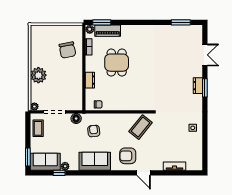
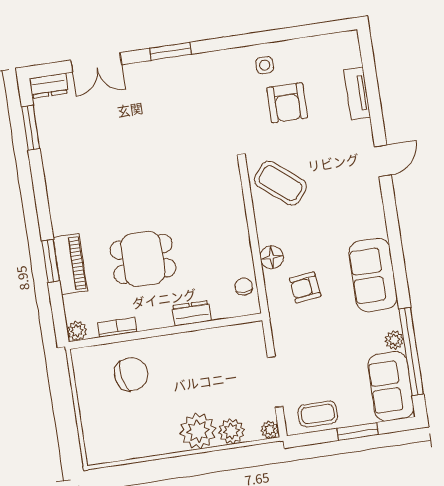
window: (102, 22) -> (51, 261), moved
piano: (108, 31) -> (70, 264), moved
double door: (205, 55) -> (96, 62), swing flipped
dresser: (198, 86) -> (49, 86), moved
plant: (36, 90) -> (231, 431), added
floor lamp: (76, 119) -> (272, 257), moved
armchair: (128, 156) -> (287, 103), moved
window: (28, 157) -> (358, 431), moved
window: (59, 173) -> (411, 352), width x3.17

